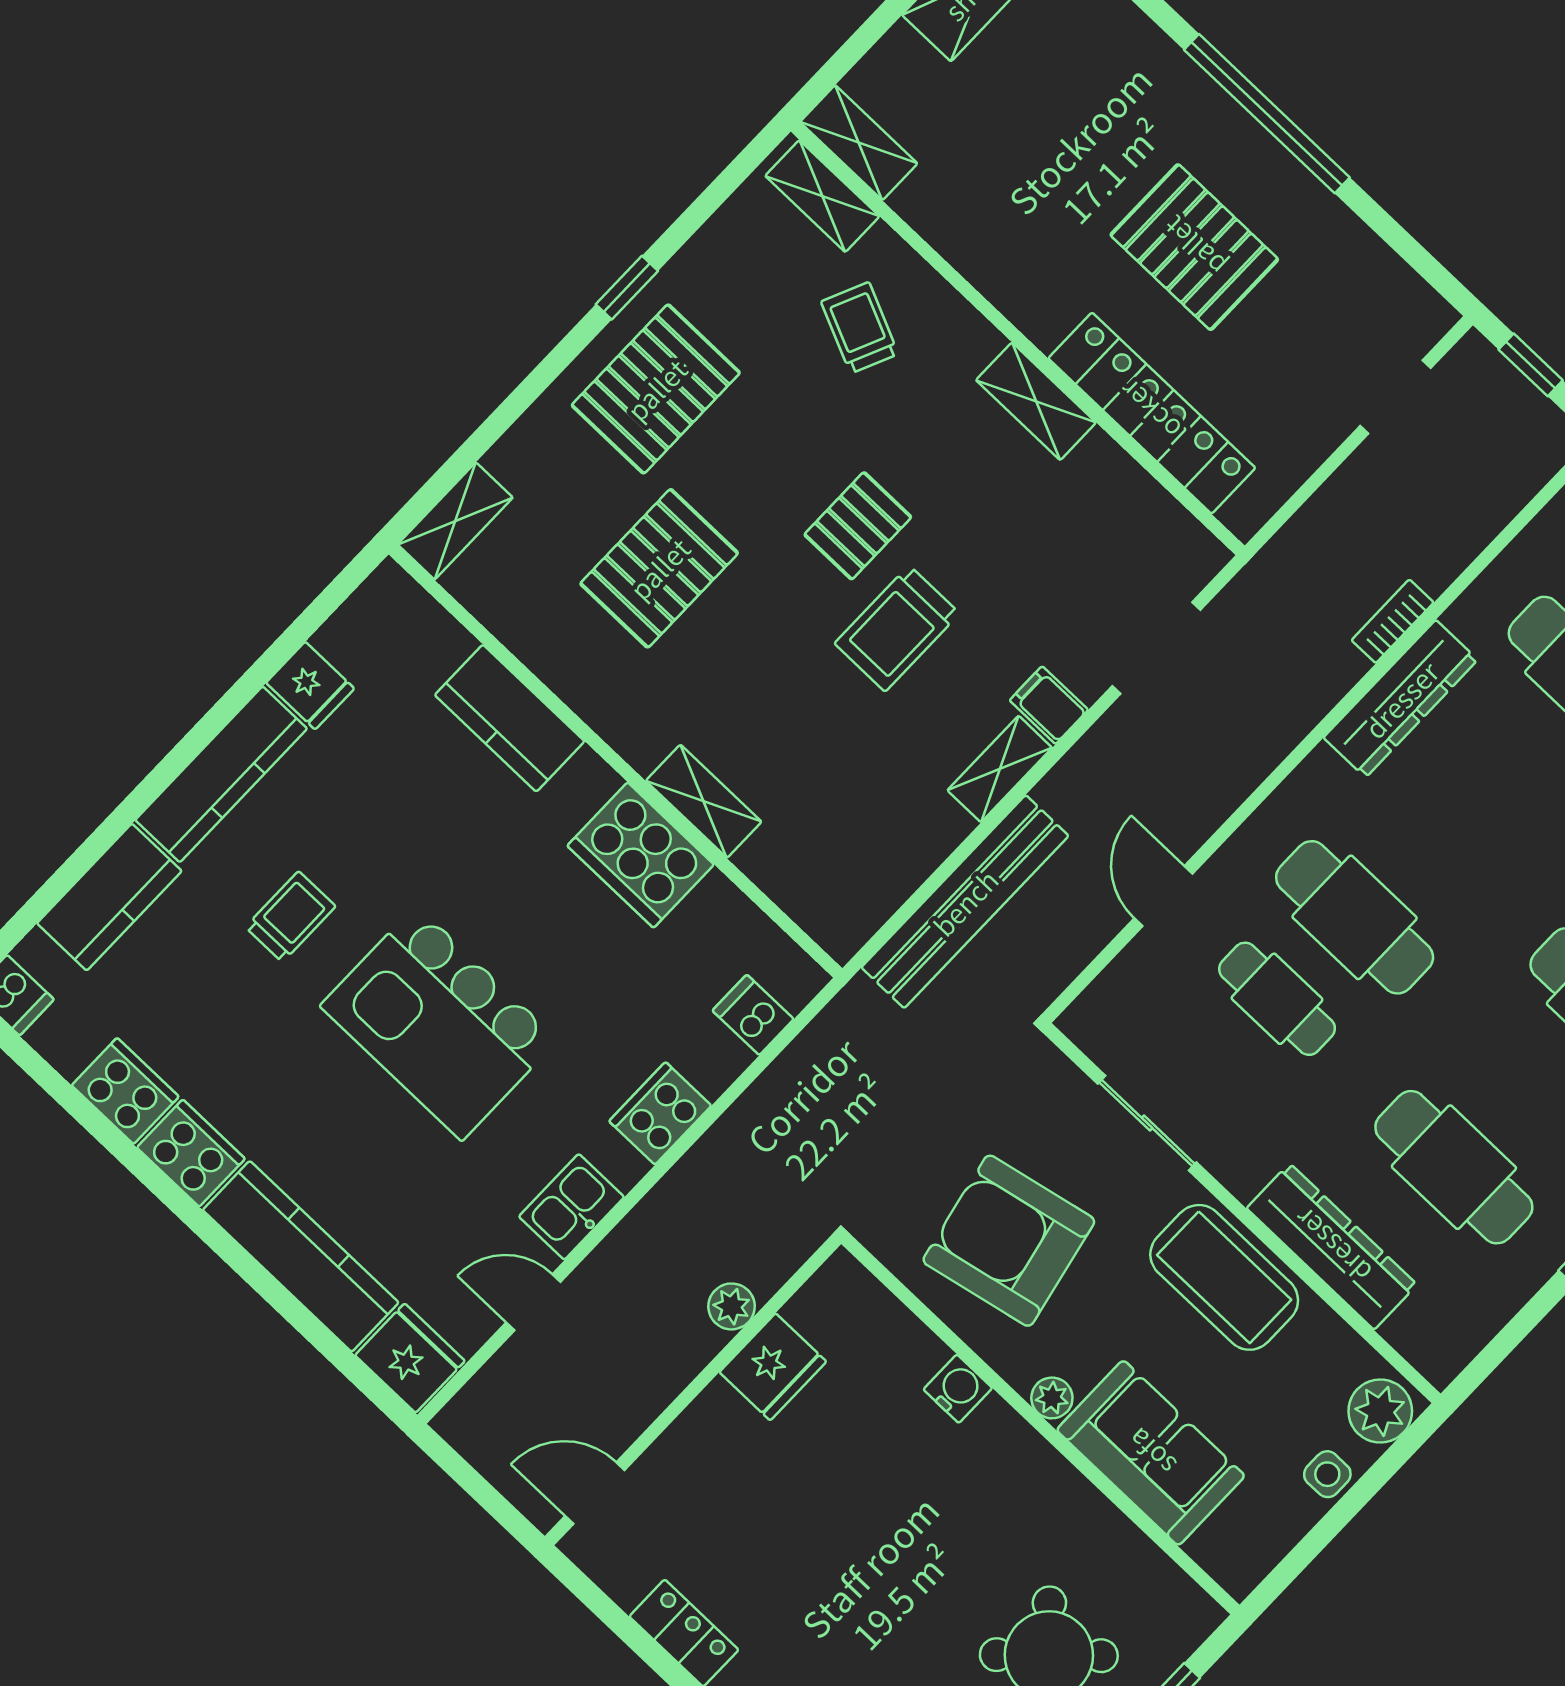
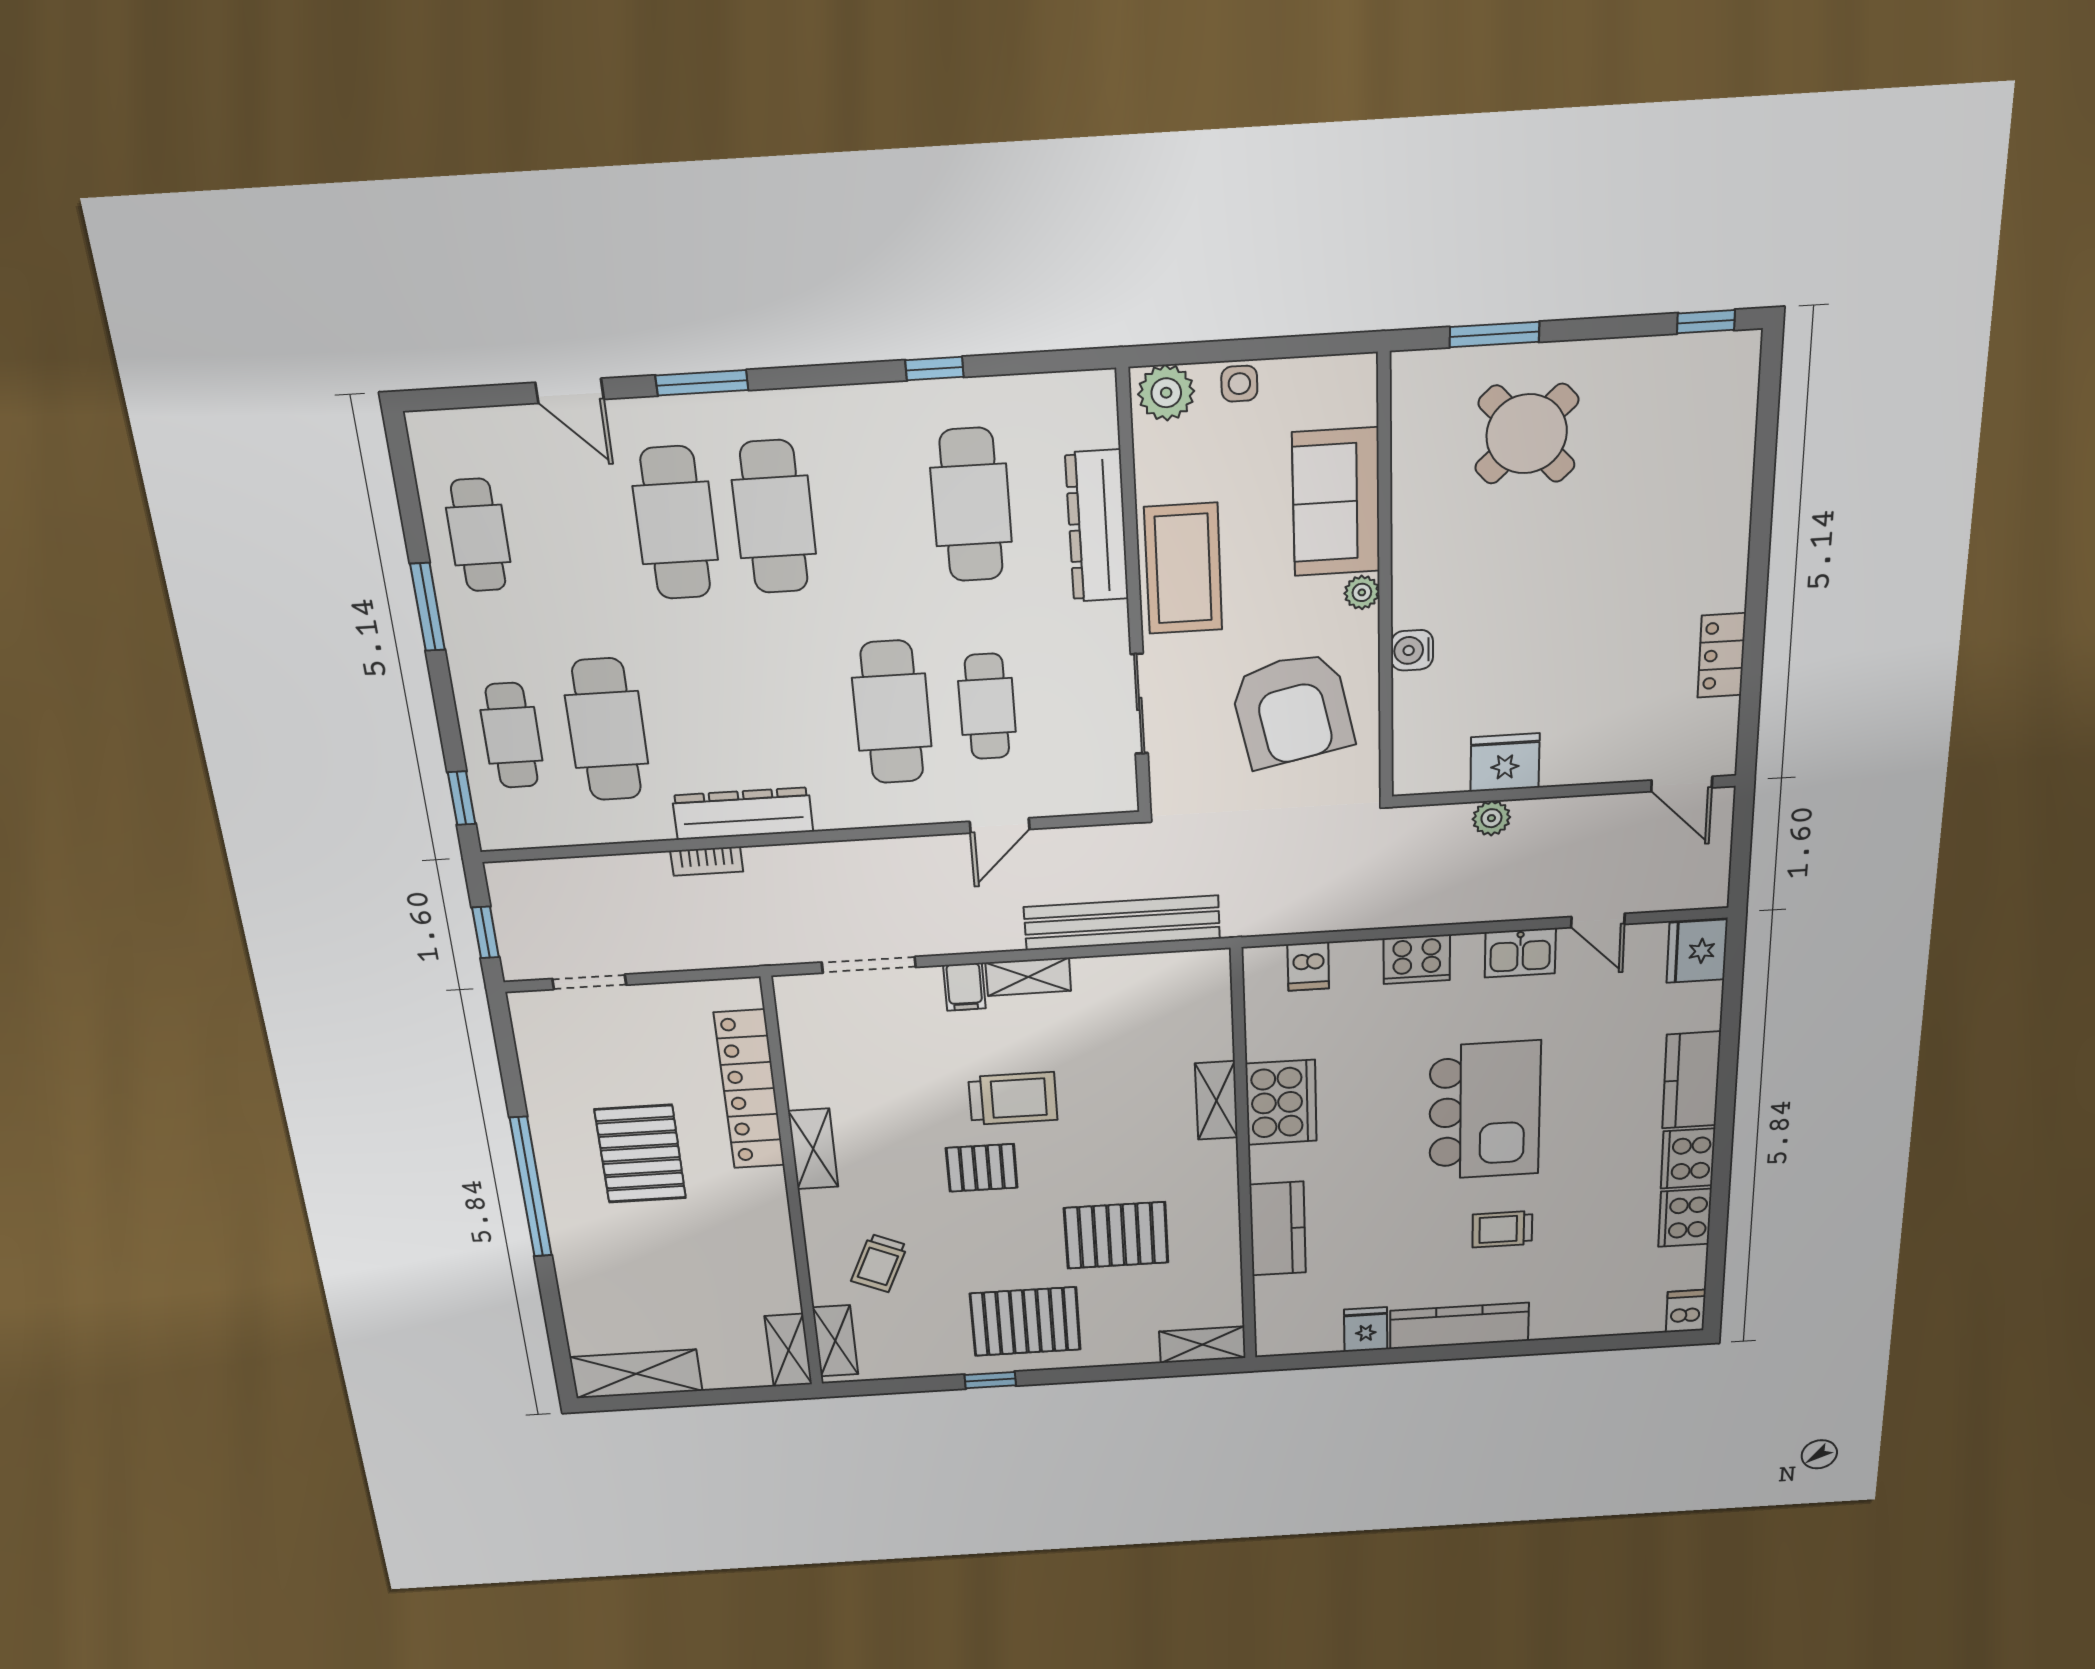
kitchen counter: (109, 897) -> (1583, 1316), removed
kitchen counter: (301, 1256) -> (1691, 1080), width x0.67

